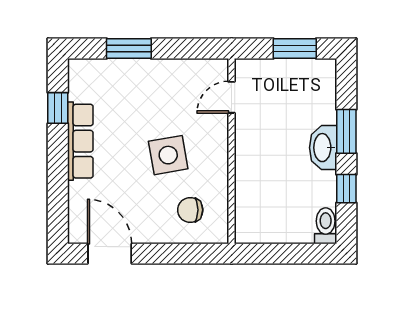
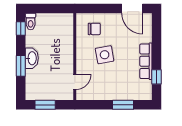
window: (346, 189) -> (21, 28), moved

